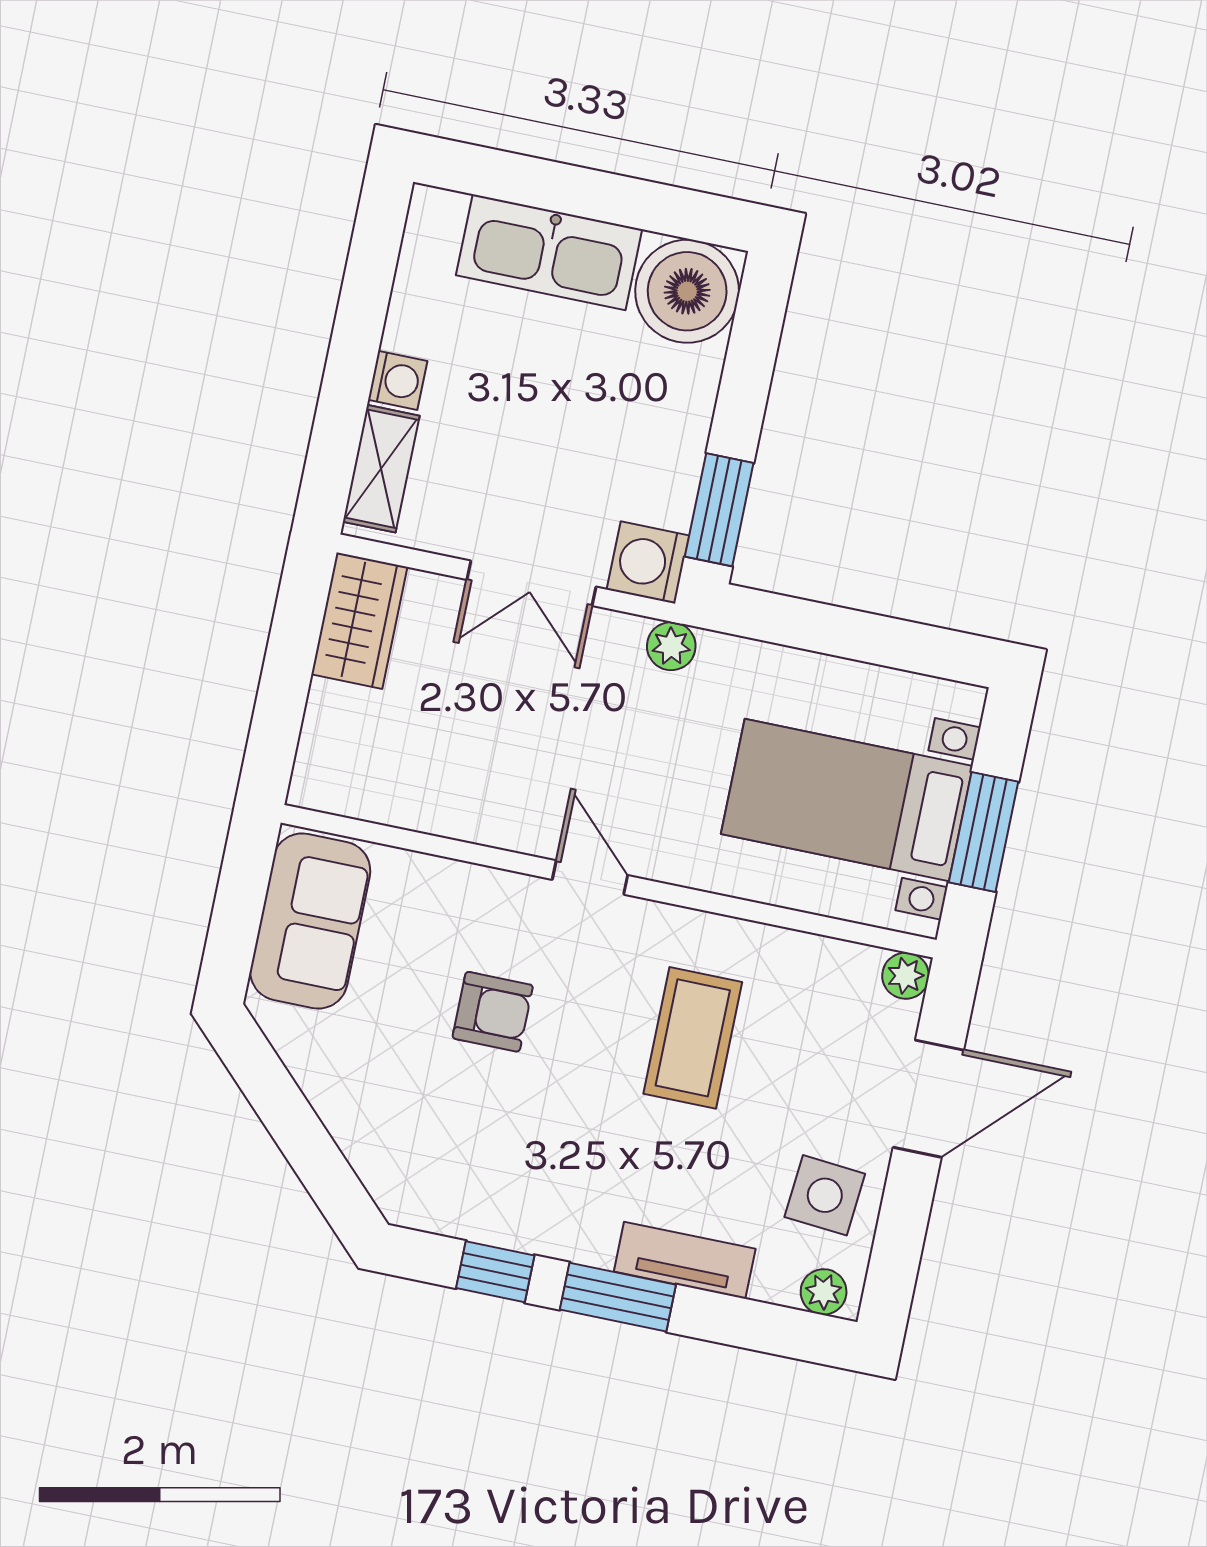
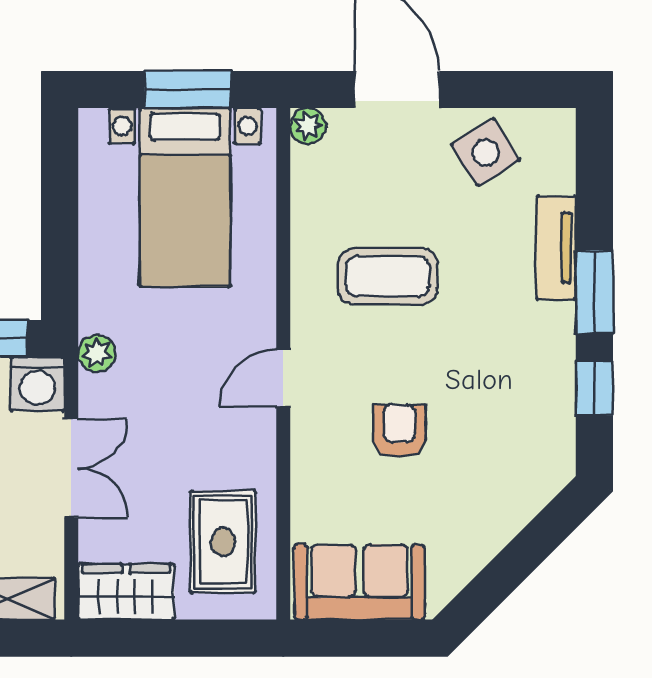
rug: (397, 757) -> (223, 542), added
side table: (825, 1195) -> (486, 152), turned -37
plant: (824, 1292) -> (558, 138), removed

